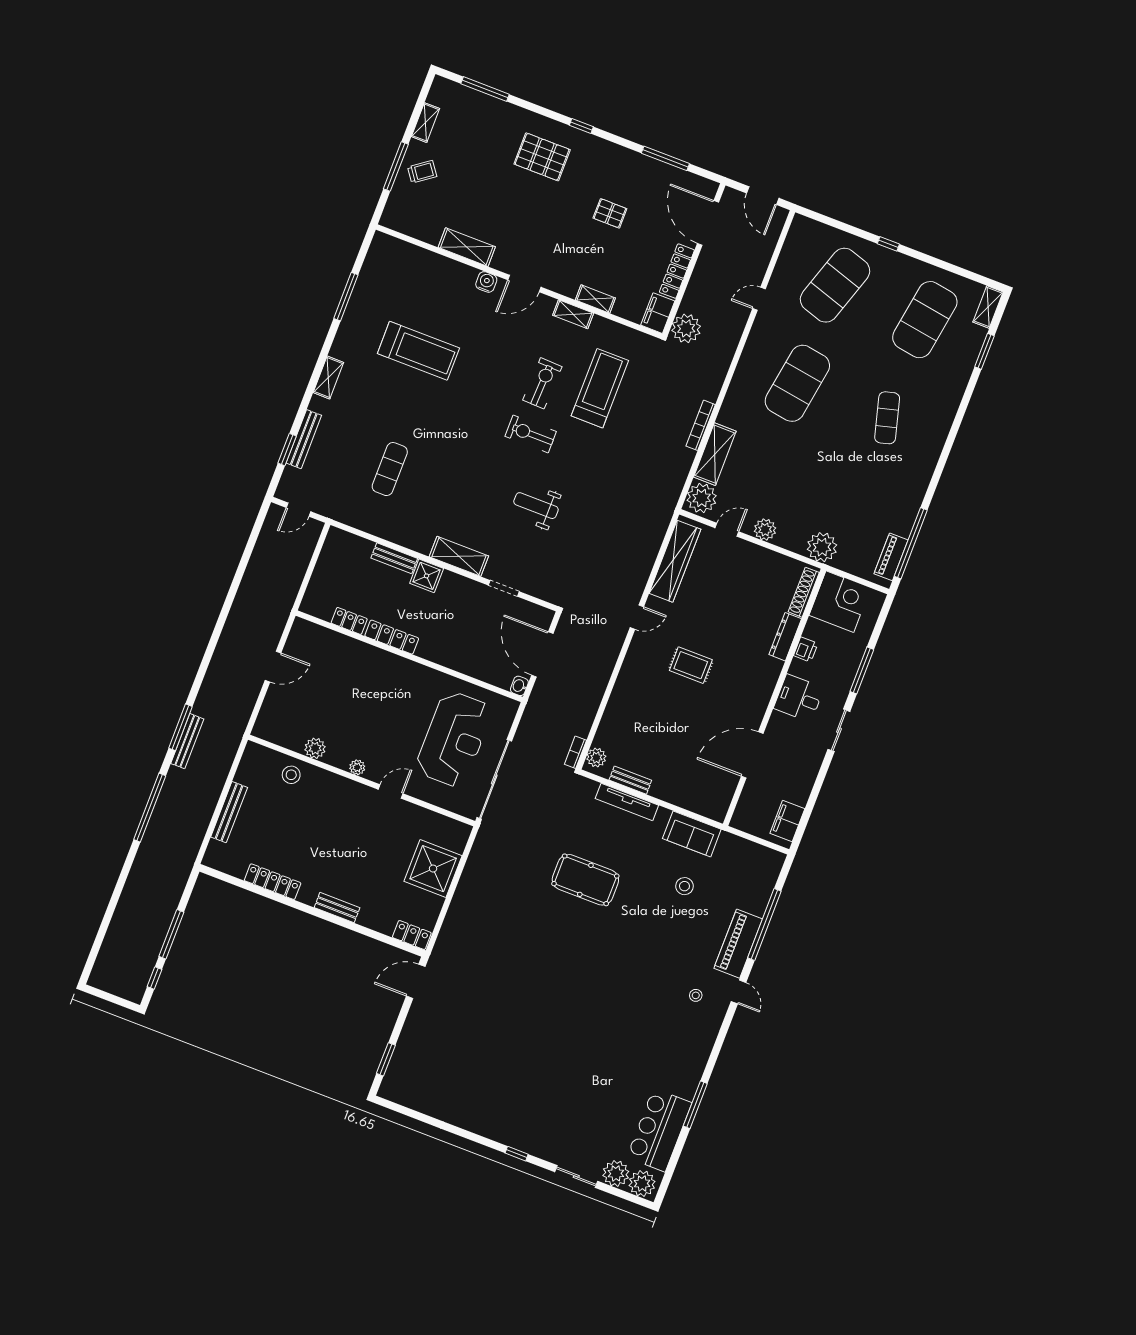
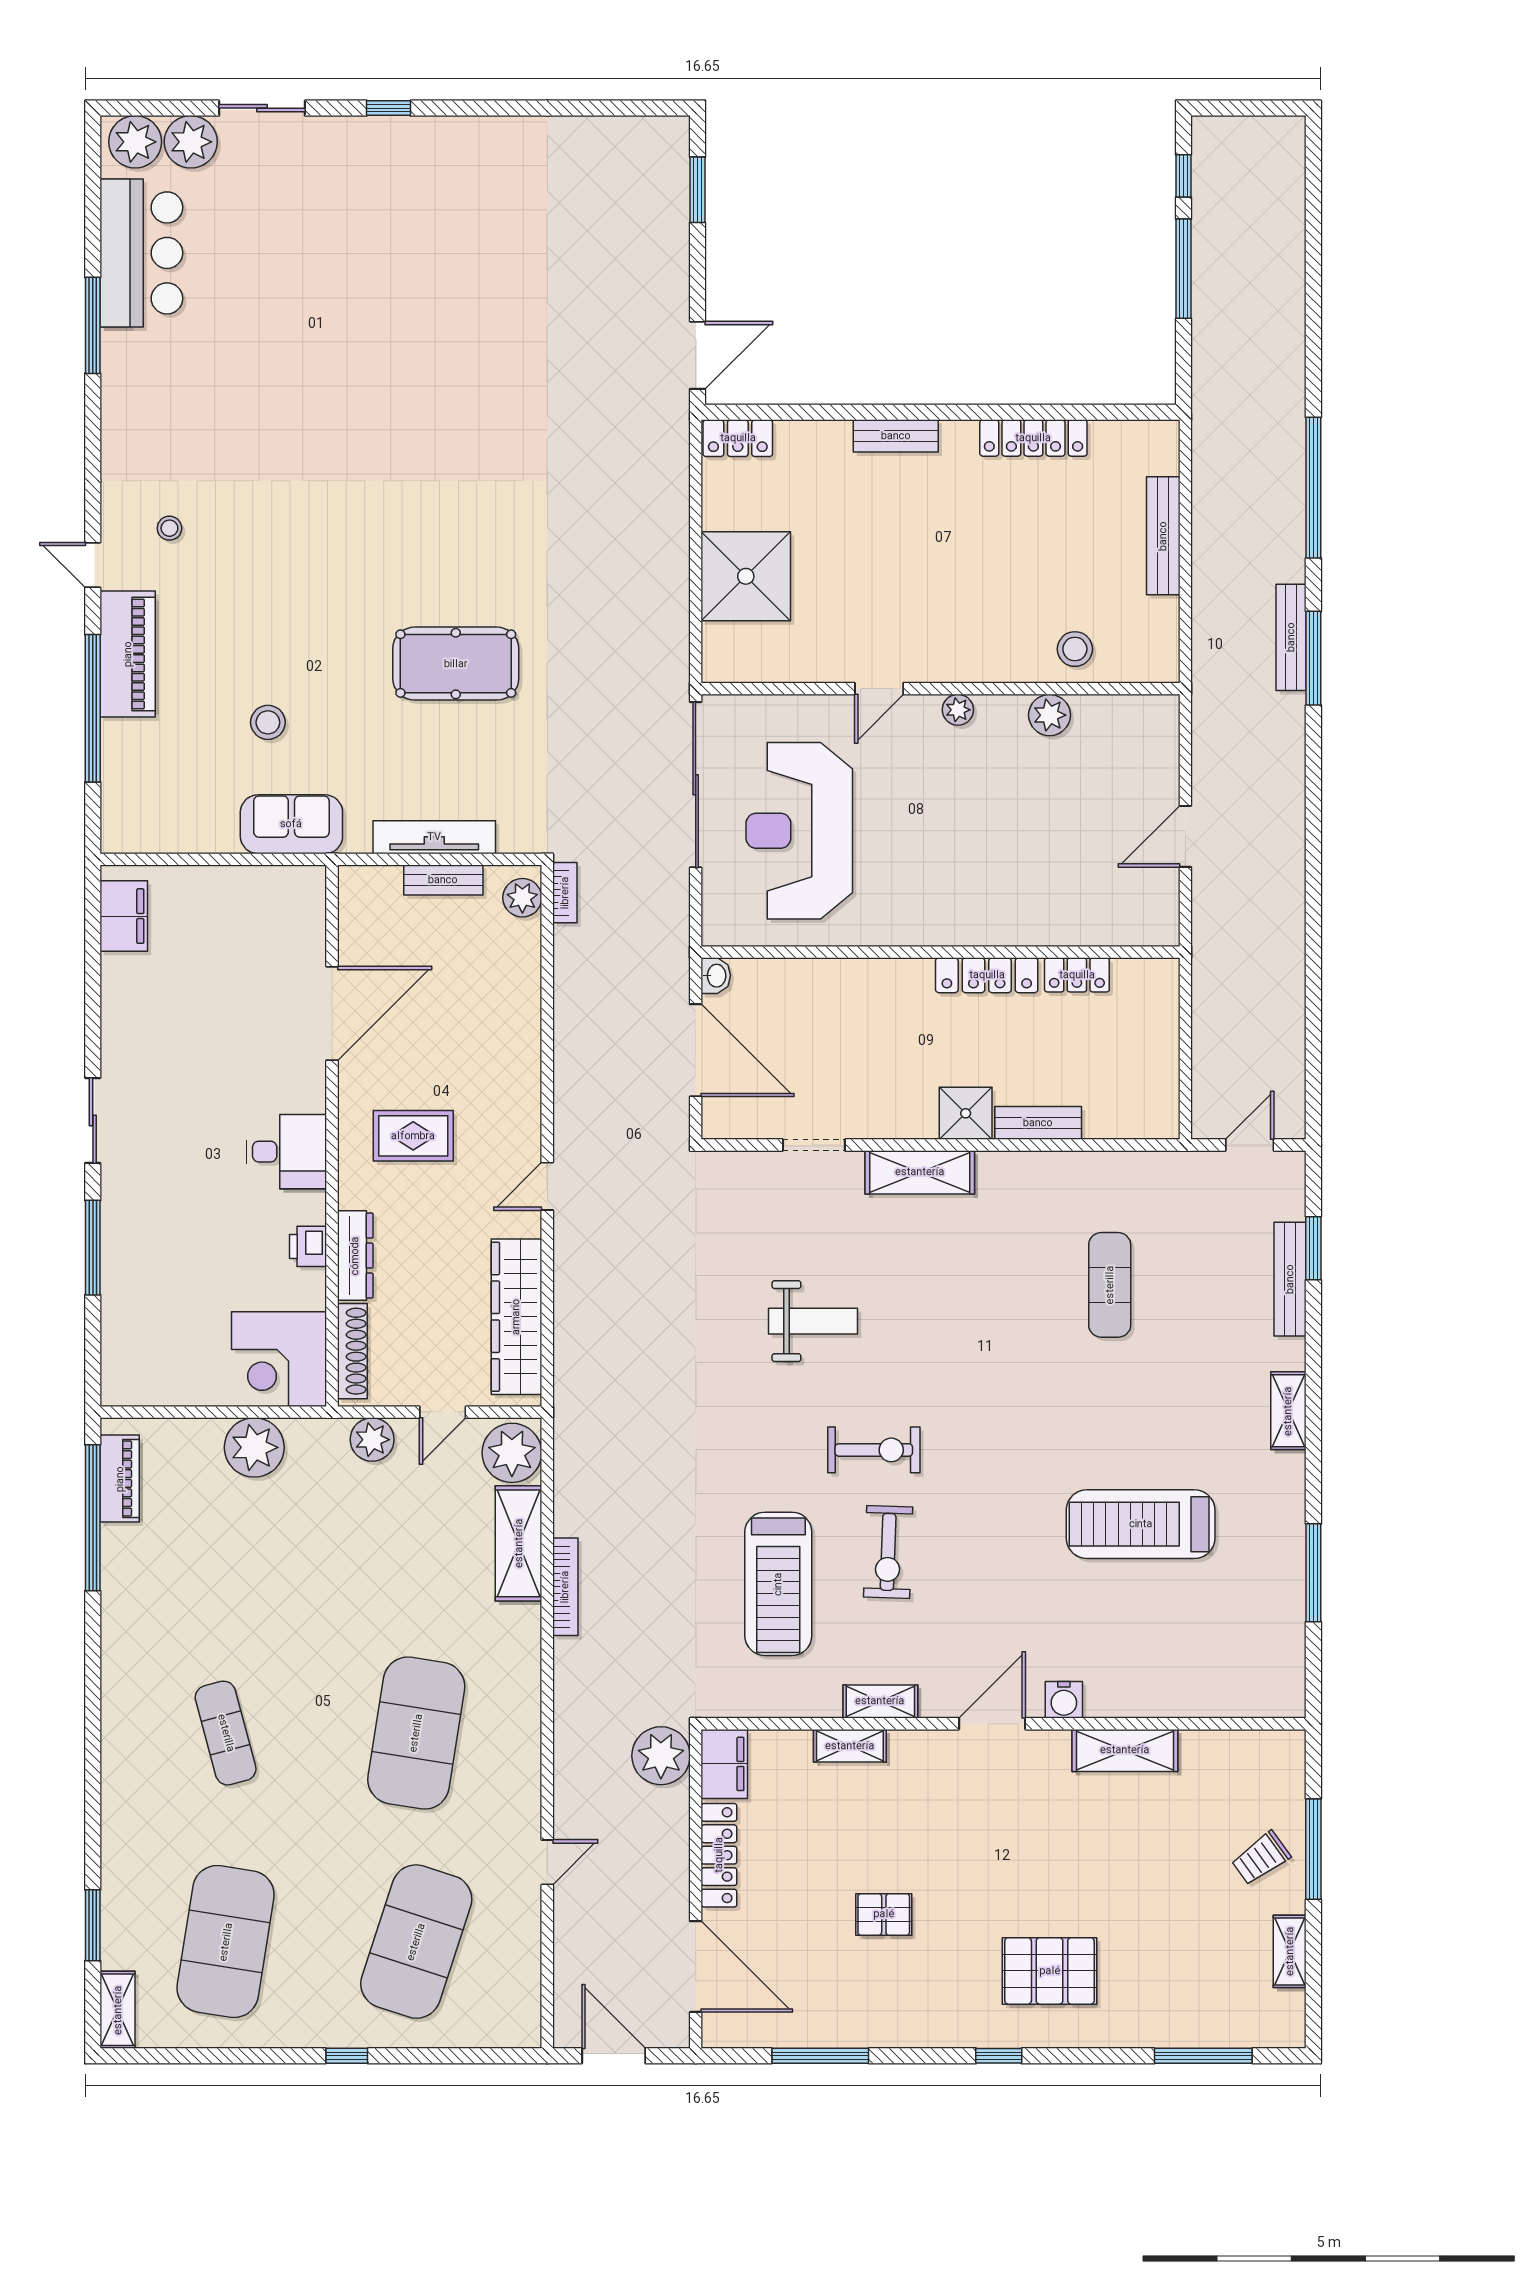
shoe rack: (804, 592) -> (352, 1351), moved
corner desk: (840, 602) -> (279, 1359), moved
dresser: (785, 637) -> (355, 1256), moved
printer: (806, 650) -> (308, 1246), moved
wall: (774, 697) -> (332, 1136), moved
desk: (799, 698) -> (286, 1152), moved
door: (752, 755) -> (332, 1013), moved

